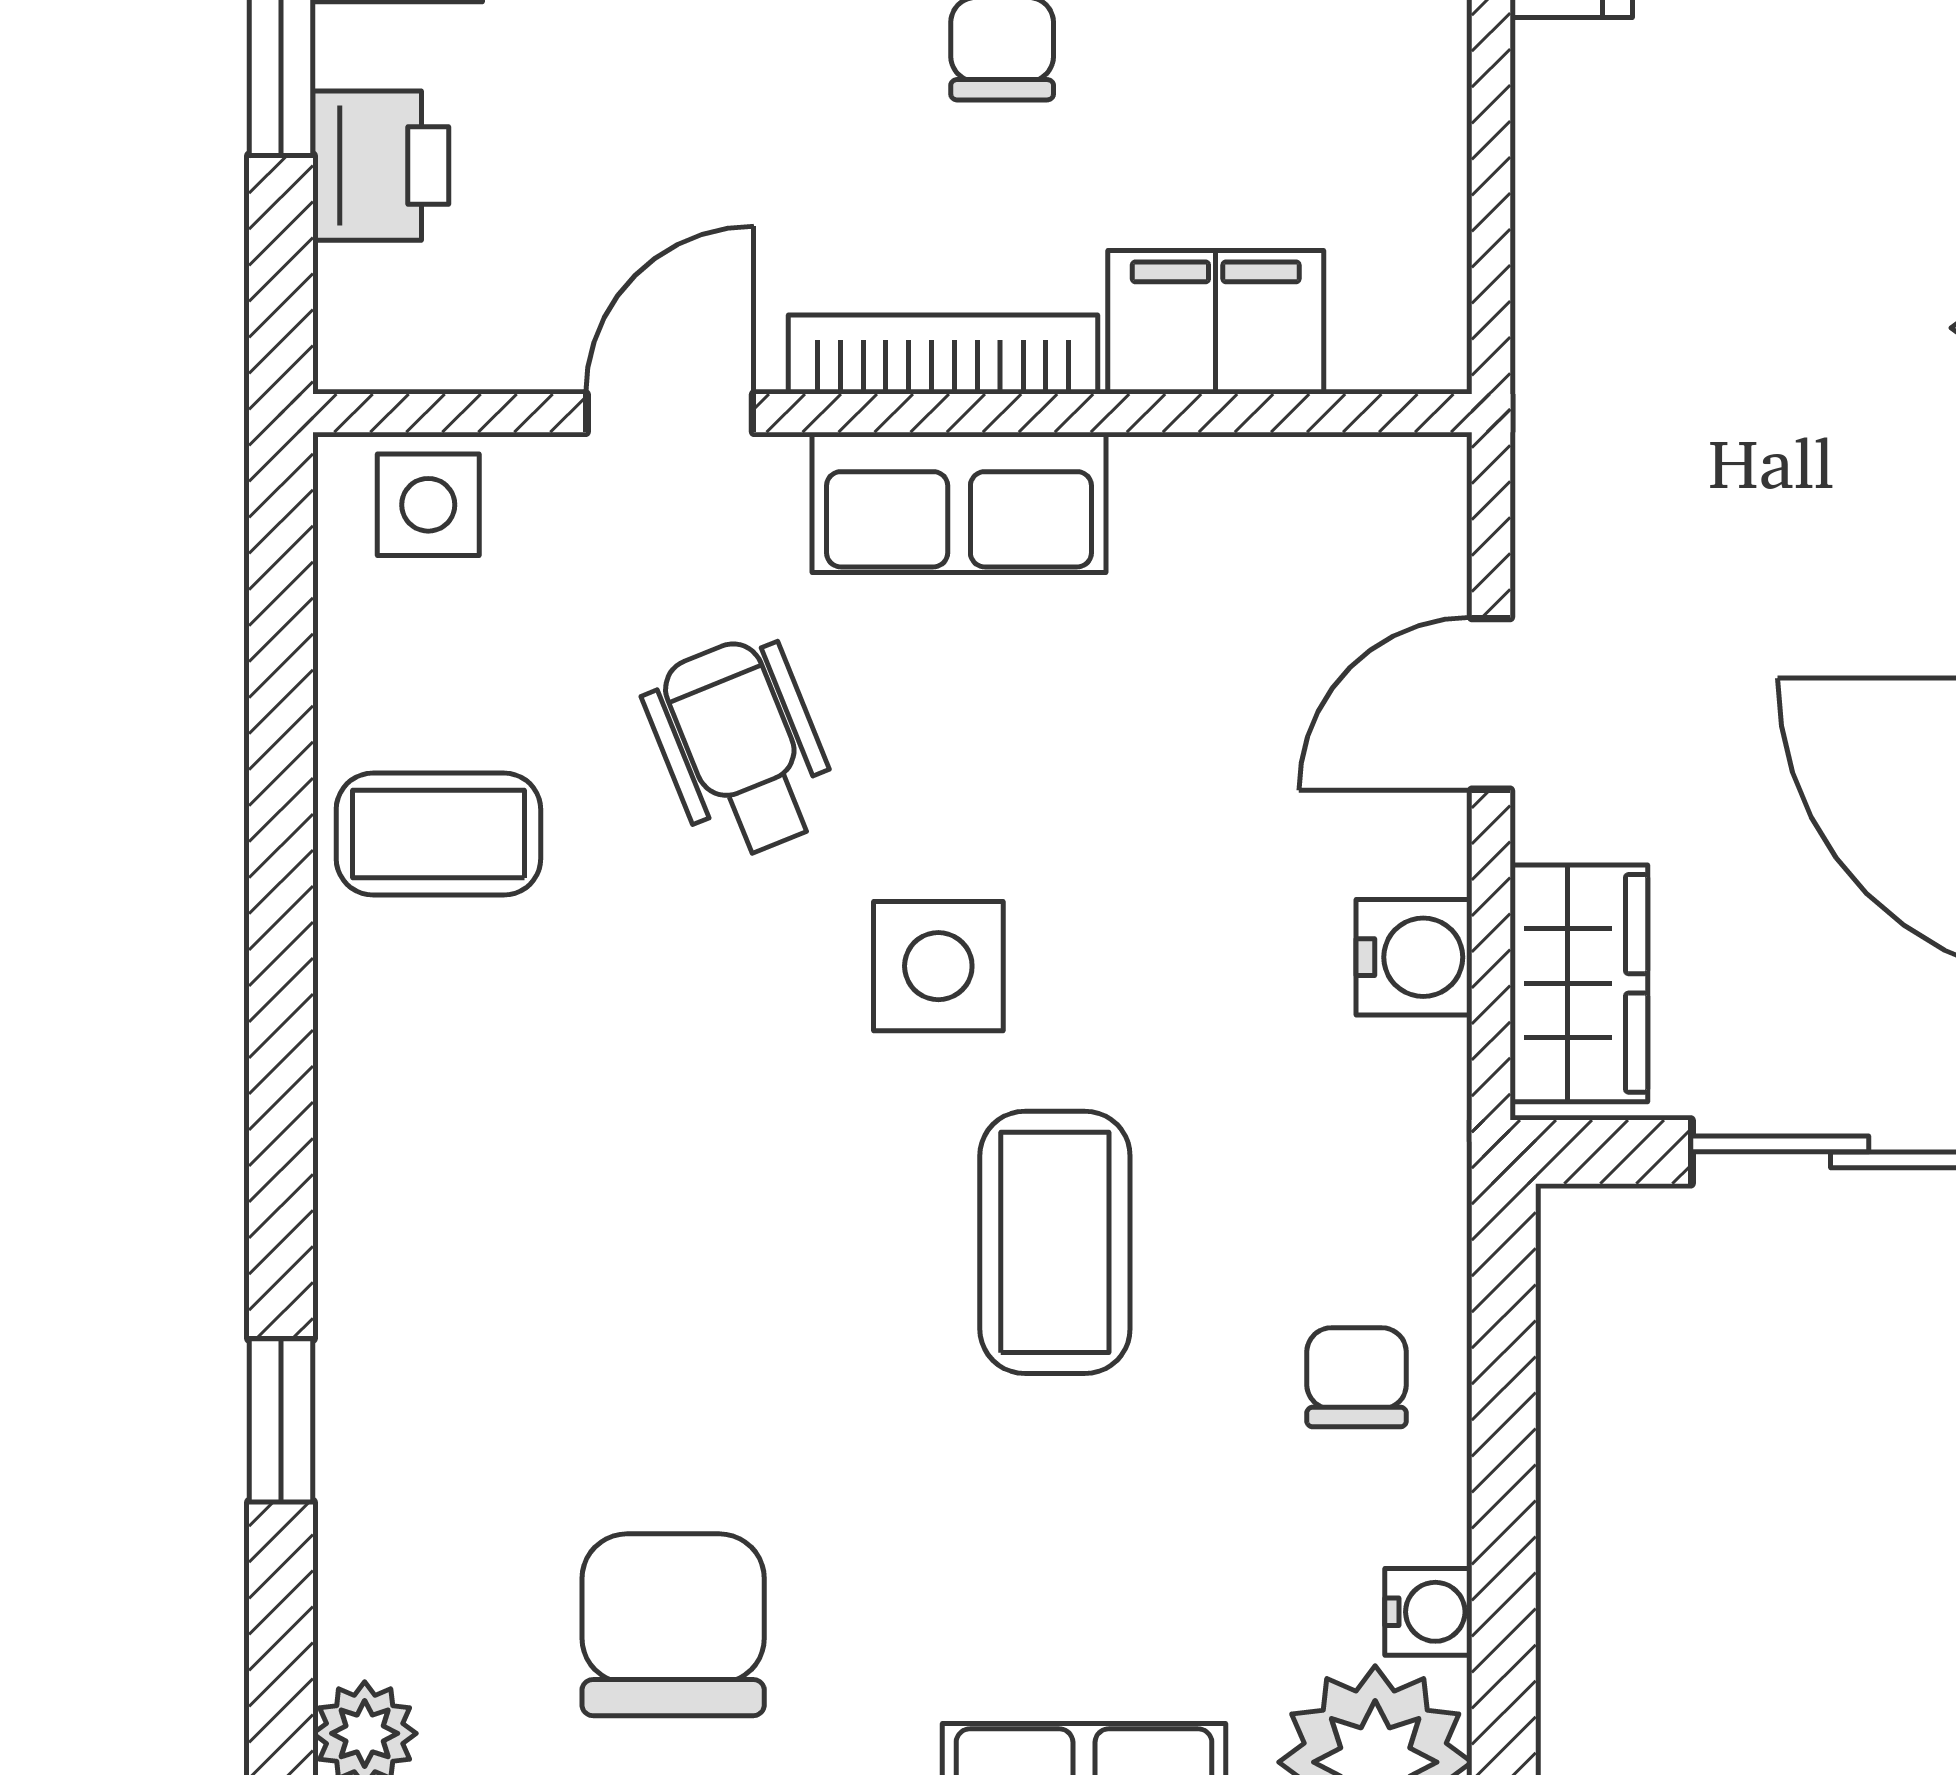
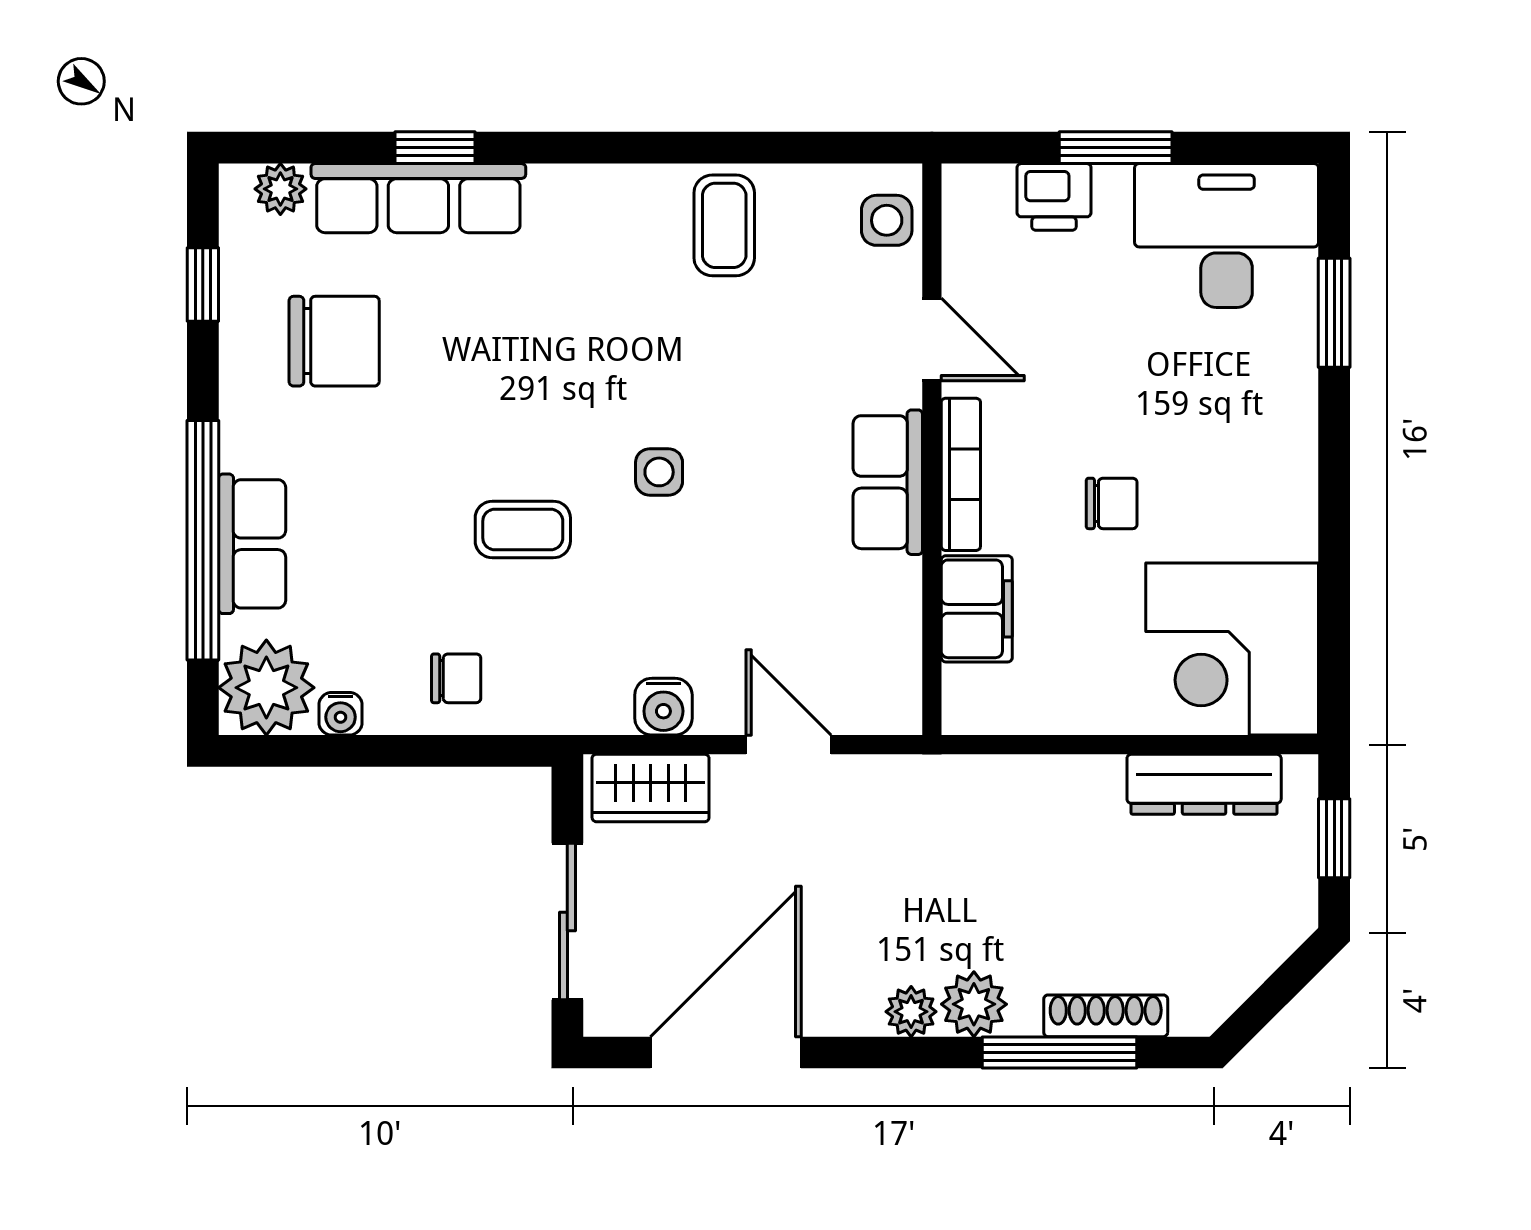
wheelchair: (741, 748) -> (767, 375), removed
side table: (938, 966) -> (659, 472), width x0.73, depth x0.73
coffee table: (1055, 1242) -> (523, 530), width x0.73, depth x0.77
row of seats: (383, 1454) -> (418, 198), added

